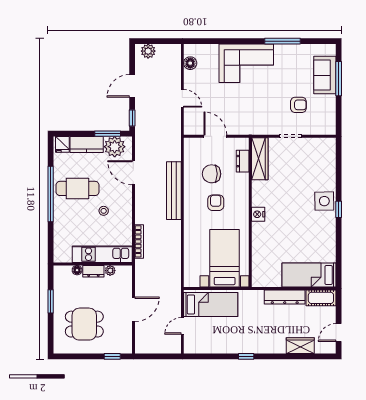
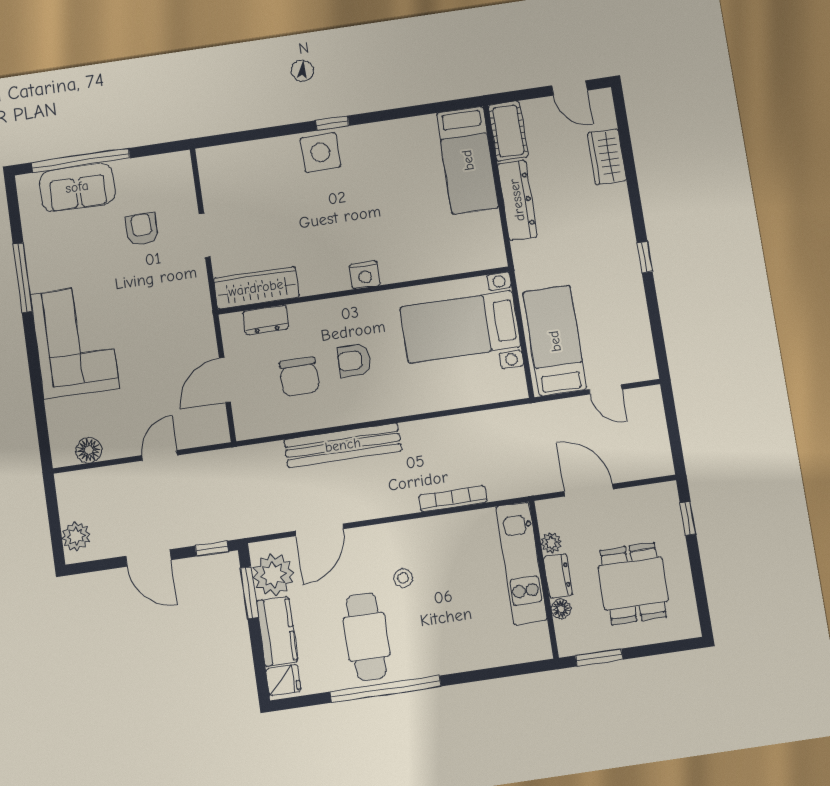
window: (339, 79) -> (81, 160), width x1.46
kitchen unit: (102, 254) -> (521, 563), moved
wall: (93, 264) -> (544, 579), moved
floor lamp: (77, 270) -> (561, 609), moved
dresser: (93, 271) -> (558, 576), moved
plant: (110, 271) -> (551, 543), moved

